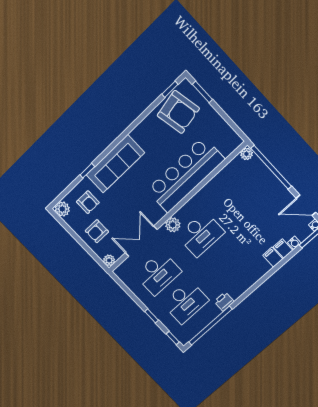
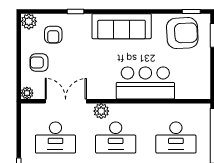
armchair: (178, 112) -> (182, 33), turned -82
plant: (247, 154) -> (204, 109), removed
sofa: (115, 164) -> (122, 26), moved
bar counter: (185, 175) -> (145, 83), width x0.73
desk: (245, 194) -> (176, 137), added

